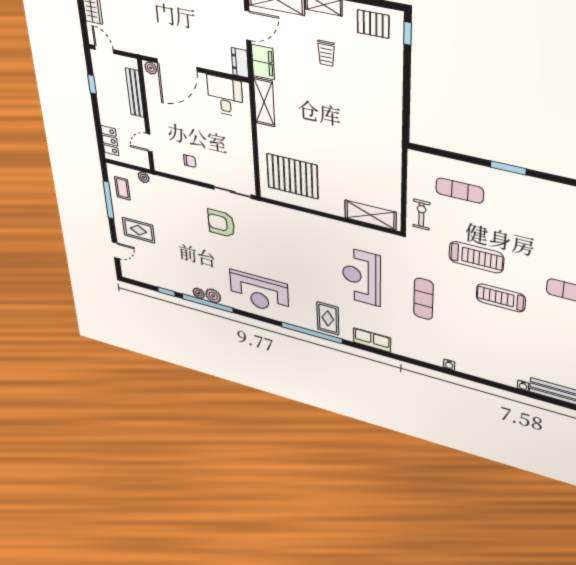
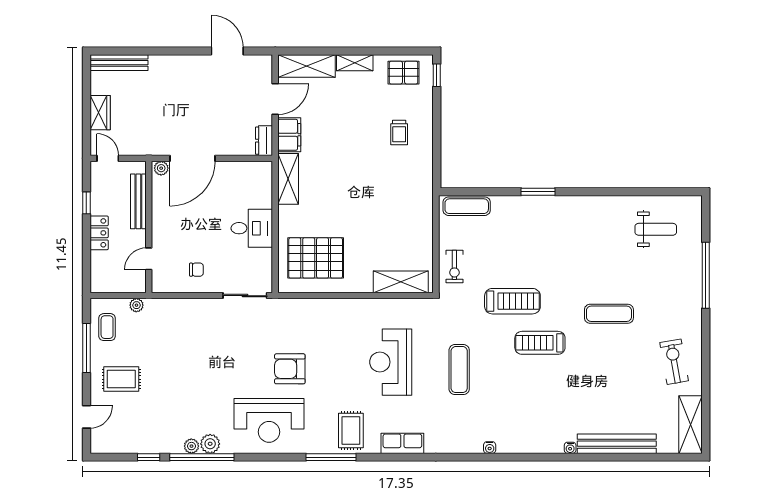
trolley: (326, 53) -> (399, 132), moved
desk: (225, 96) -> (252, 228), moved, turned 90
locker: (110, 141) -> (99, 233), moved
exercise mat: (460, 191) -> (467, 206), moved
exercise bike: (421, 215) -> (454, 267), turned 180
armchair: (221, 223) -> (290, 369), moved
window: (312, 333) -> (331, 457), width x0.68

